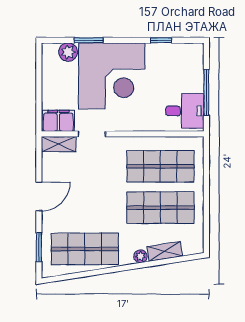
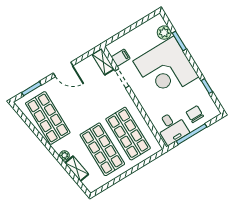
chair: (185, 74) -> (195, 114), added
filing cabinet: (58, 121) -> (121, 58), width x0.50

